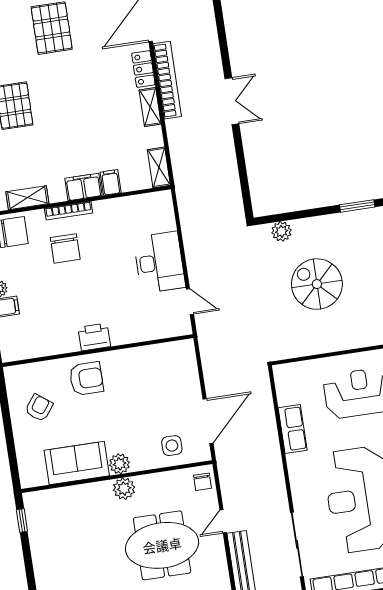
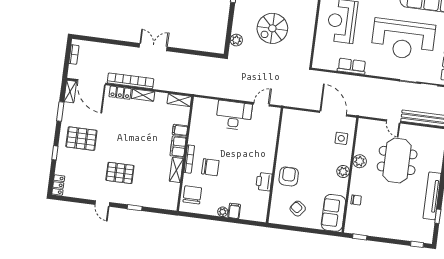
shelving: (27, 198) -> (176, 170), moved
printer: (94, 337) -> (264, 182), moved
sofa: (77, 463) -> (333, 213), moved
chair: (202, 482) -> (356, 200), moved
plant: (124, 489) -> (360, 161), moved

